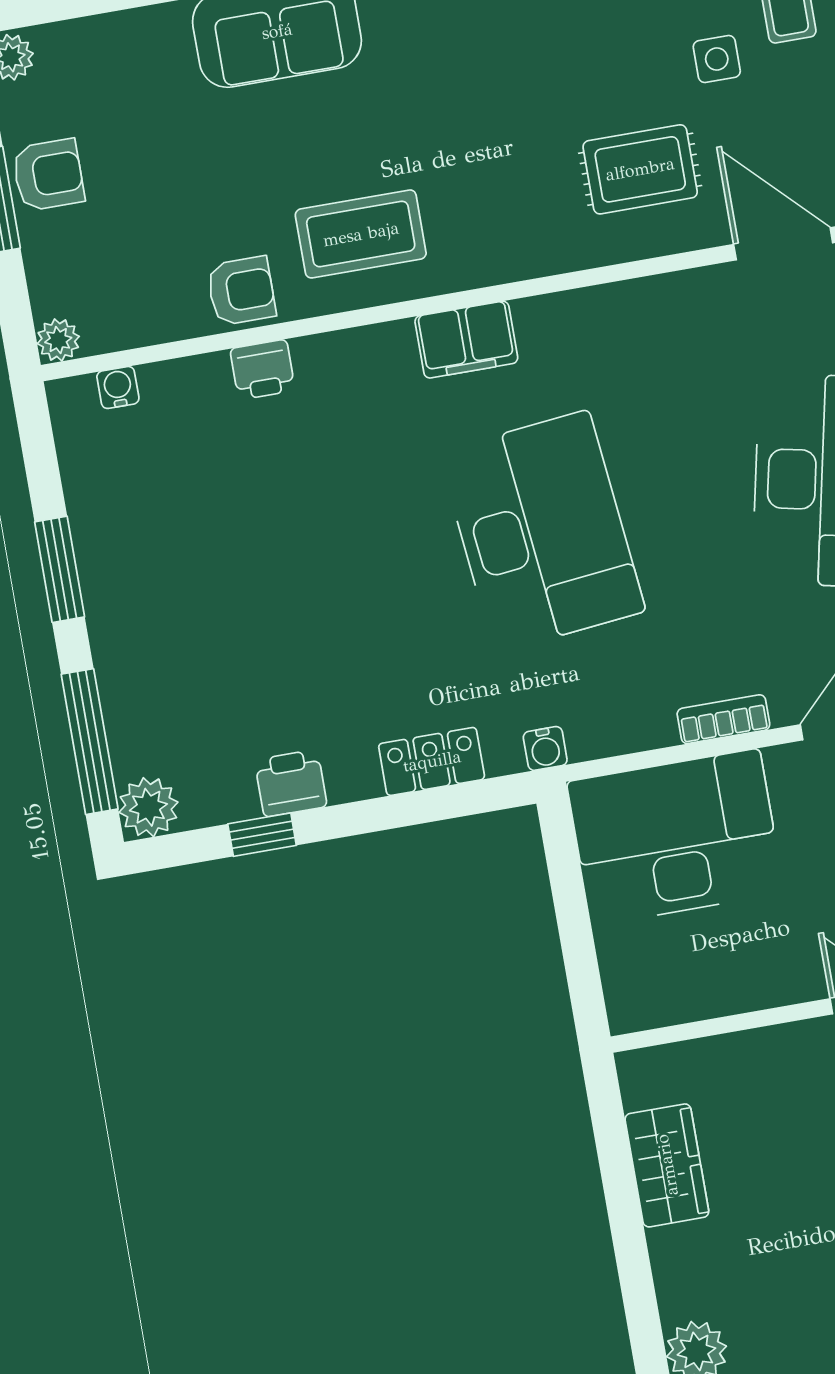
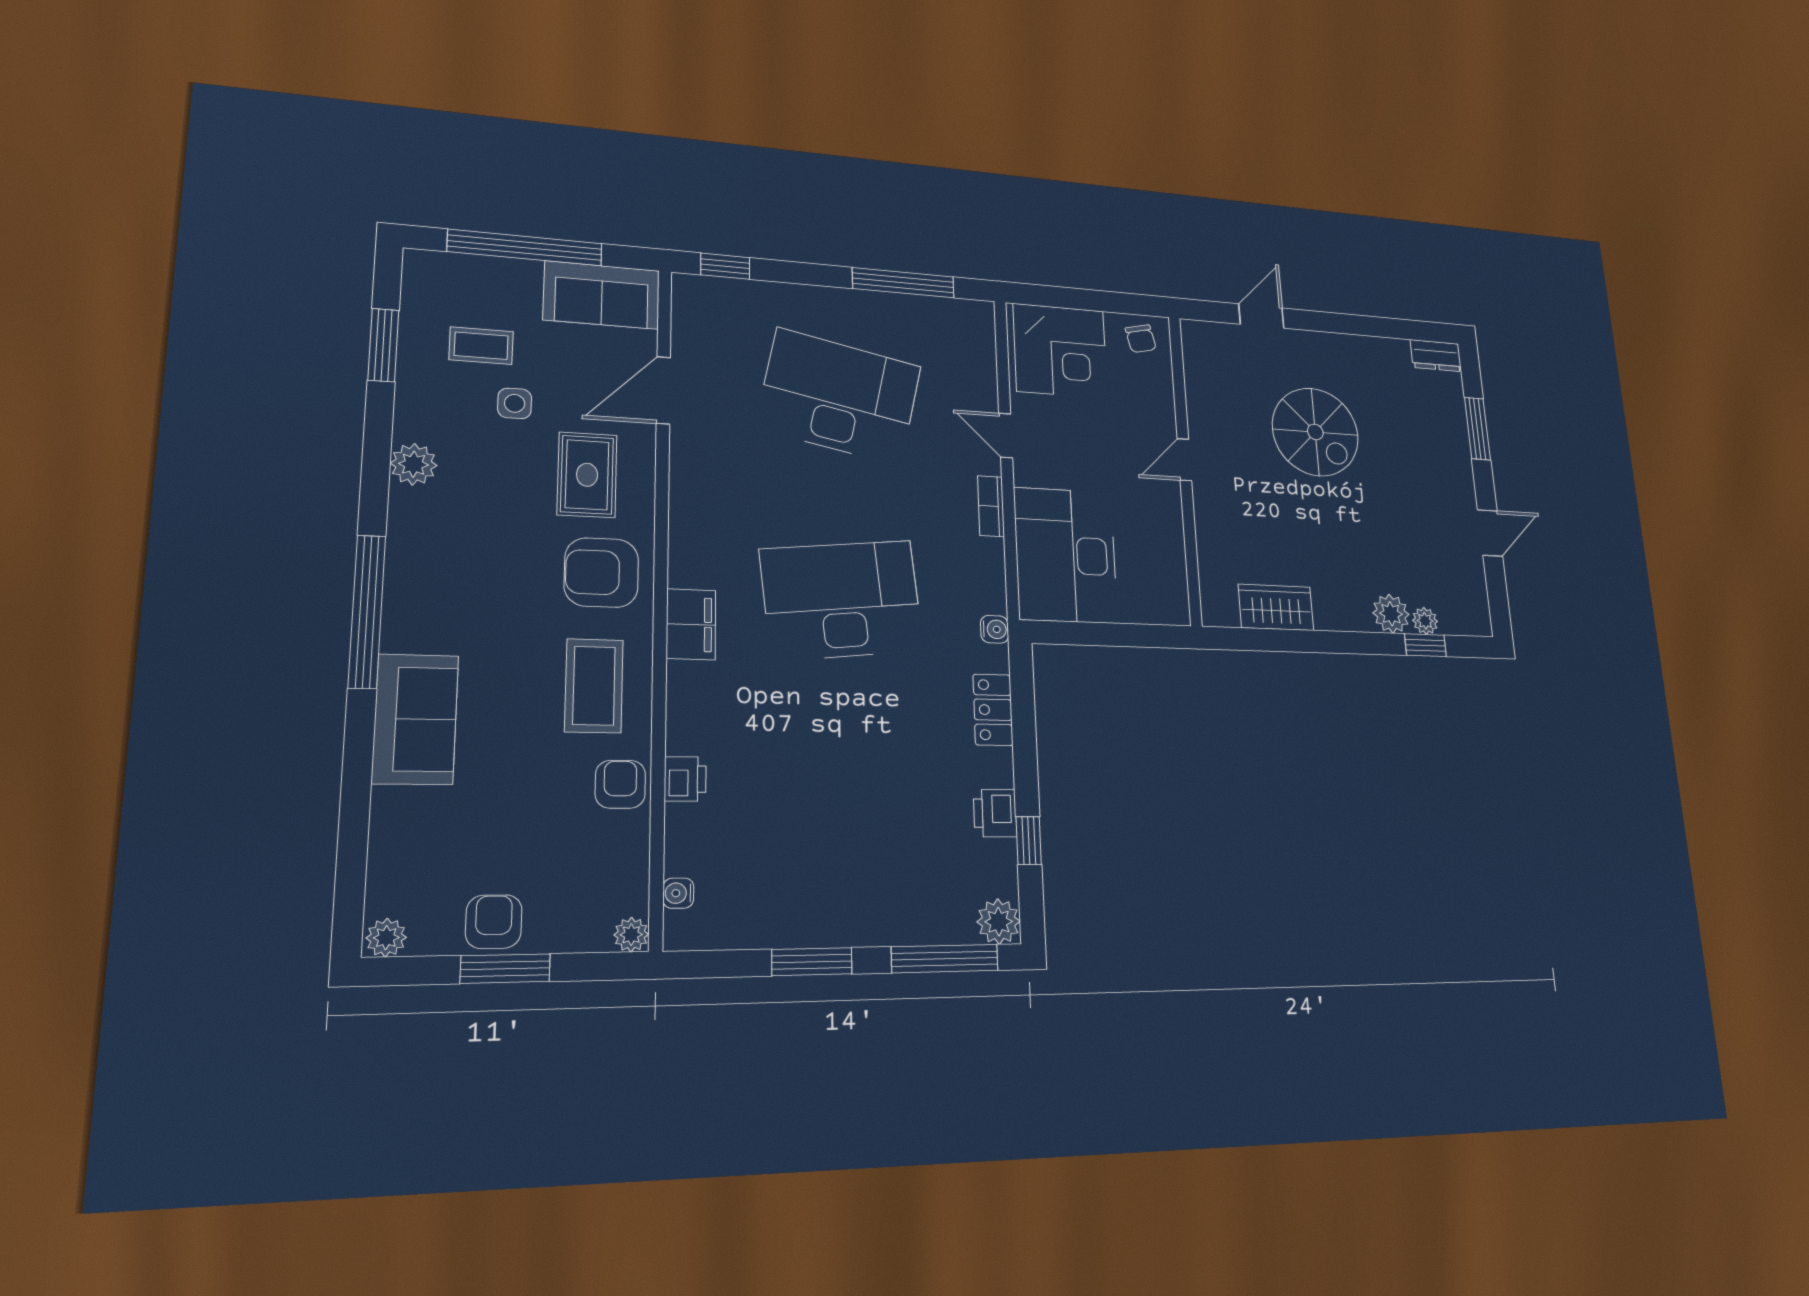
armchair: (511, 214) -> (601, 573), added

